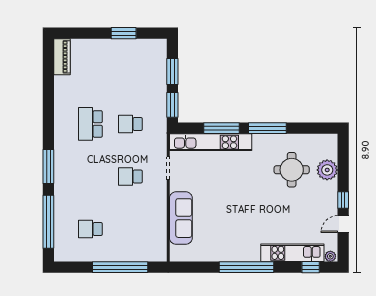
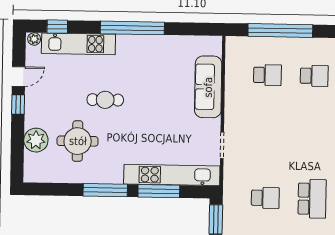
school desk: (130, 176) -> (267, 75), moved
cafe table: (269, 205) -> (105, 100), added

